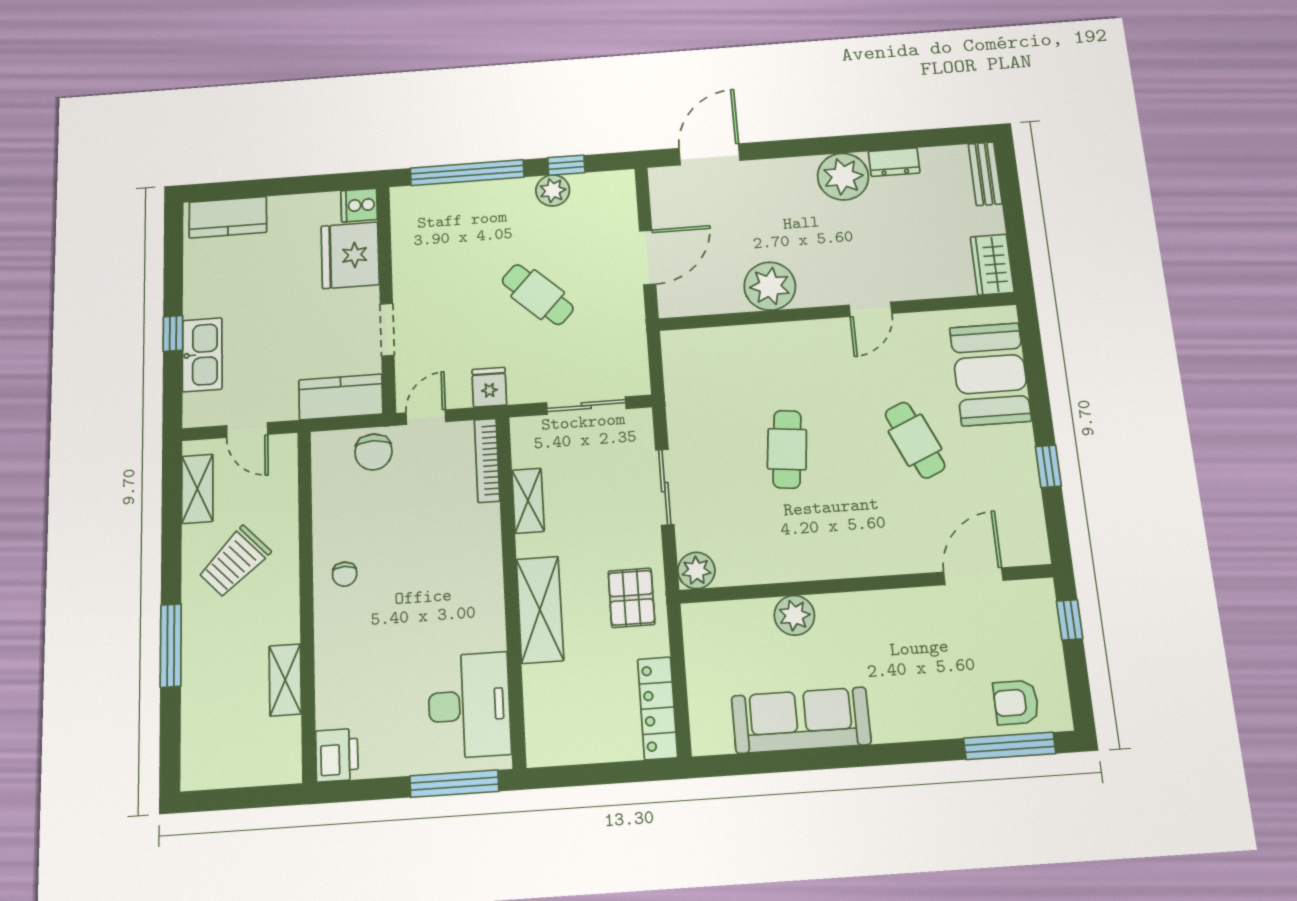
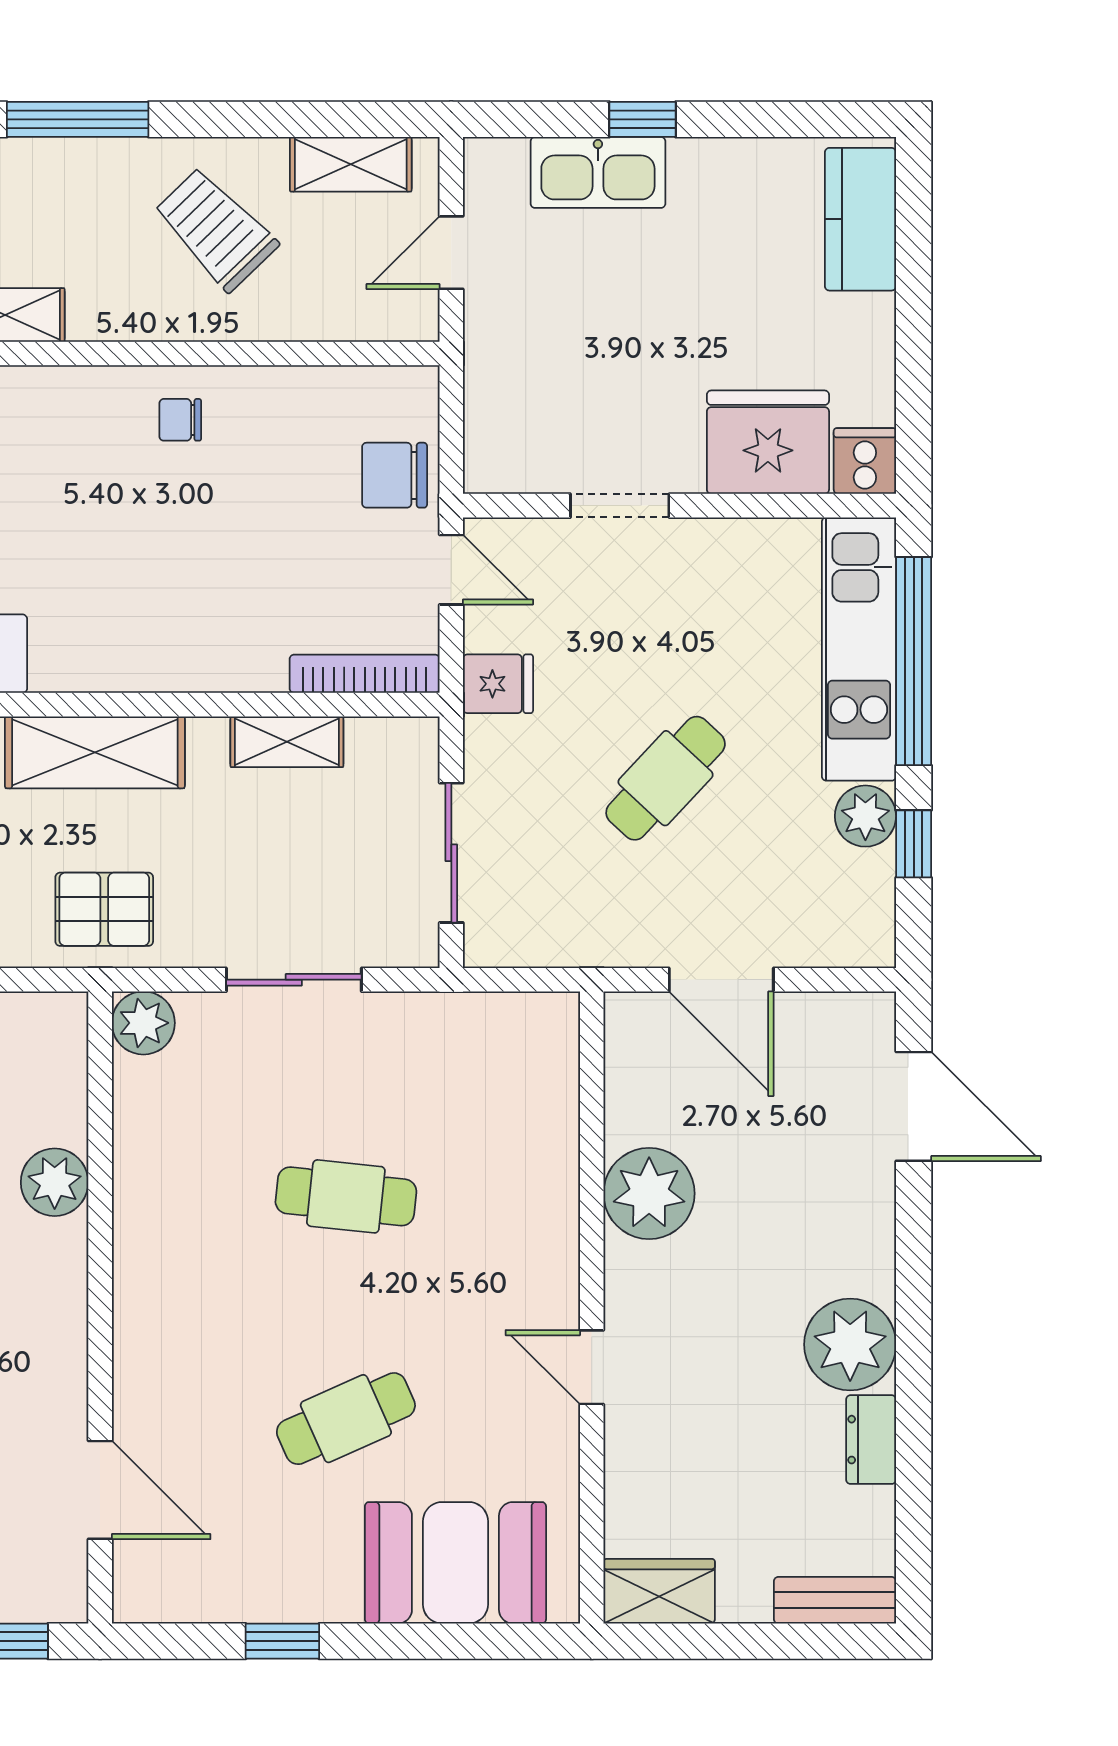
kitchen unit: (462, 201) -> (859, 649), added
kitchen counter: (341, 397) -> (500, 420), removed

